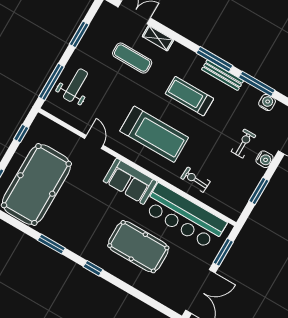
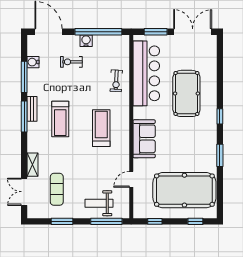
exercise mat: (132, 58) -> (57, 189), moved
bench: (223, 75) -> (32, 109), width x0.73
treadmill: (154, 134) -> (101, 128), width x0.73, depth x0.73
door: (94, 142) -> (131, 179), moved
water cooler: (265, 159) -> (86, 41), moved
sofa: (130, 181) -> (144, 139), moved
window: (259, 191) -> (98, 32), width x2.11

